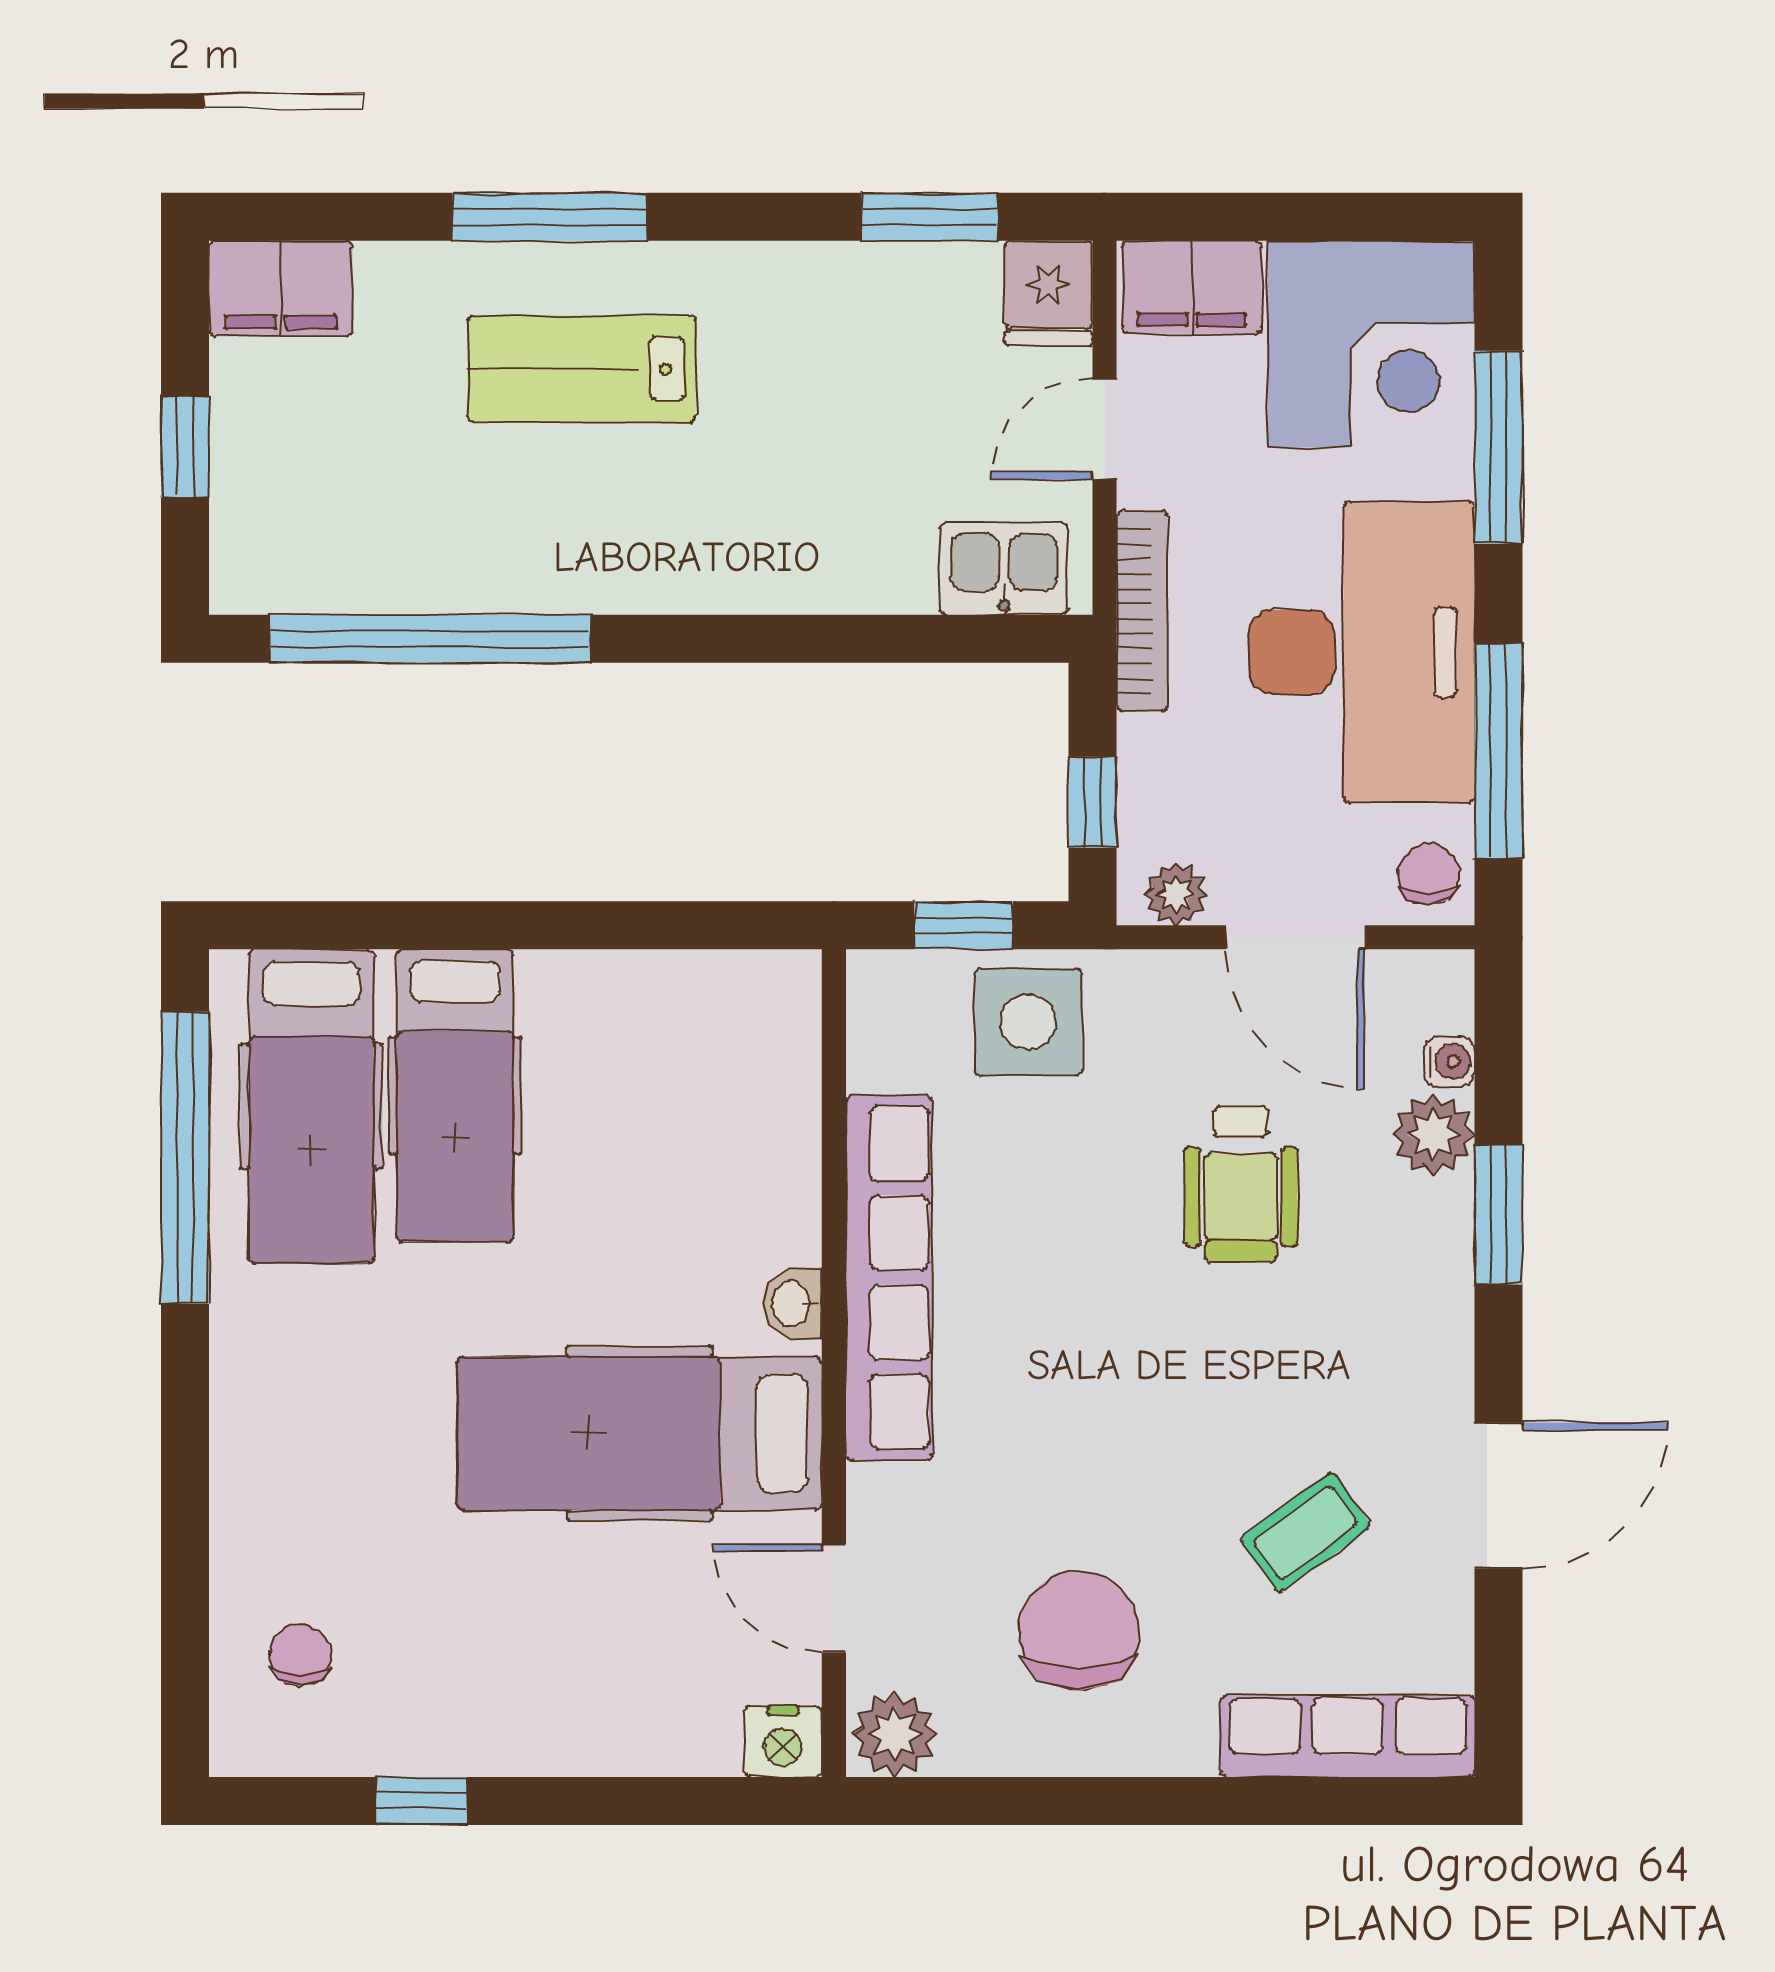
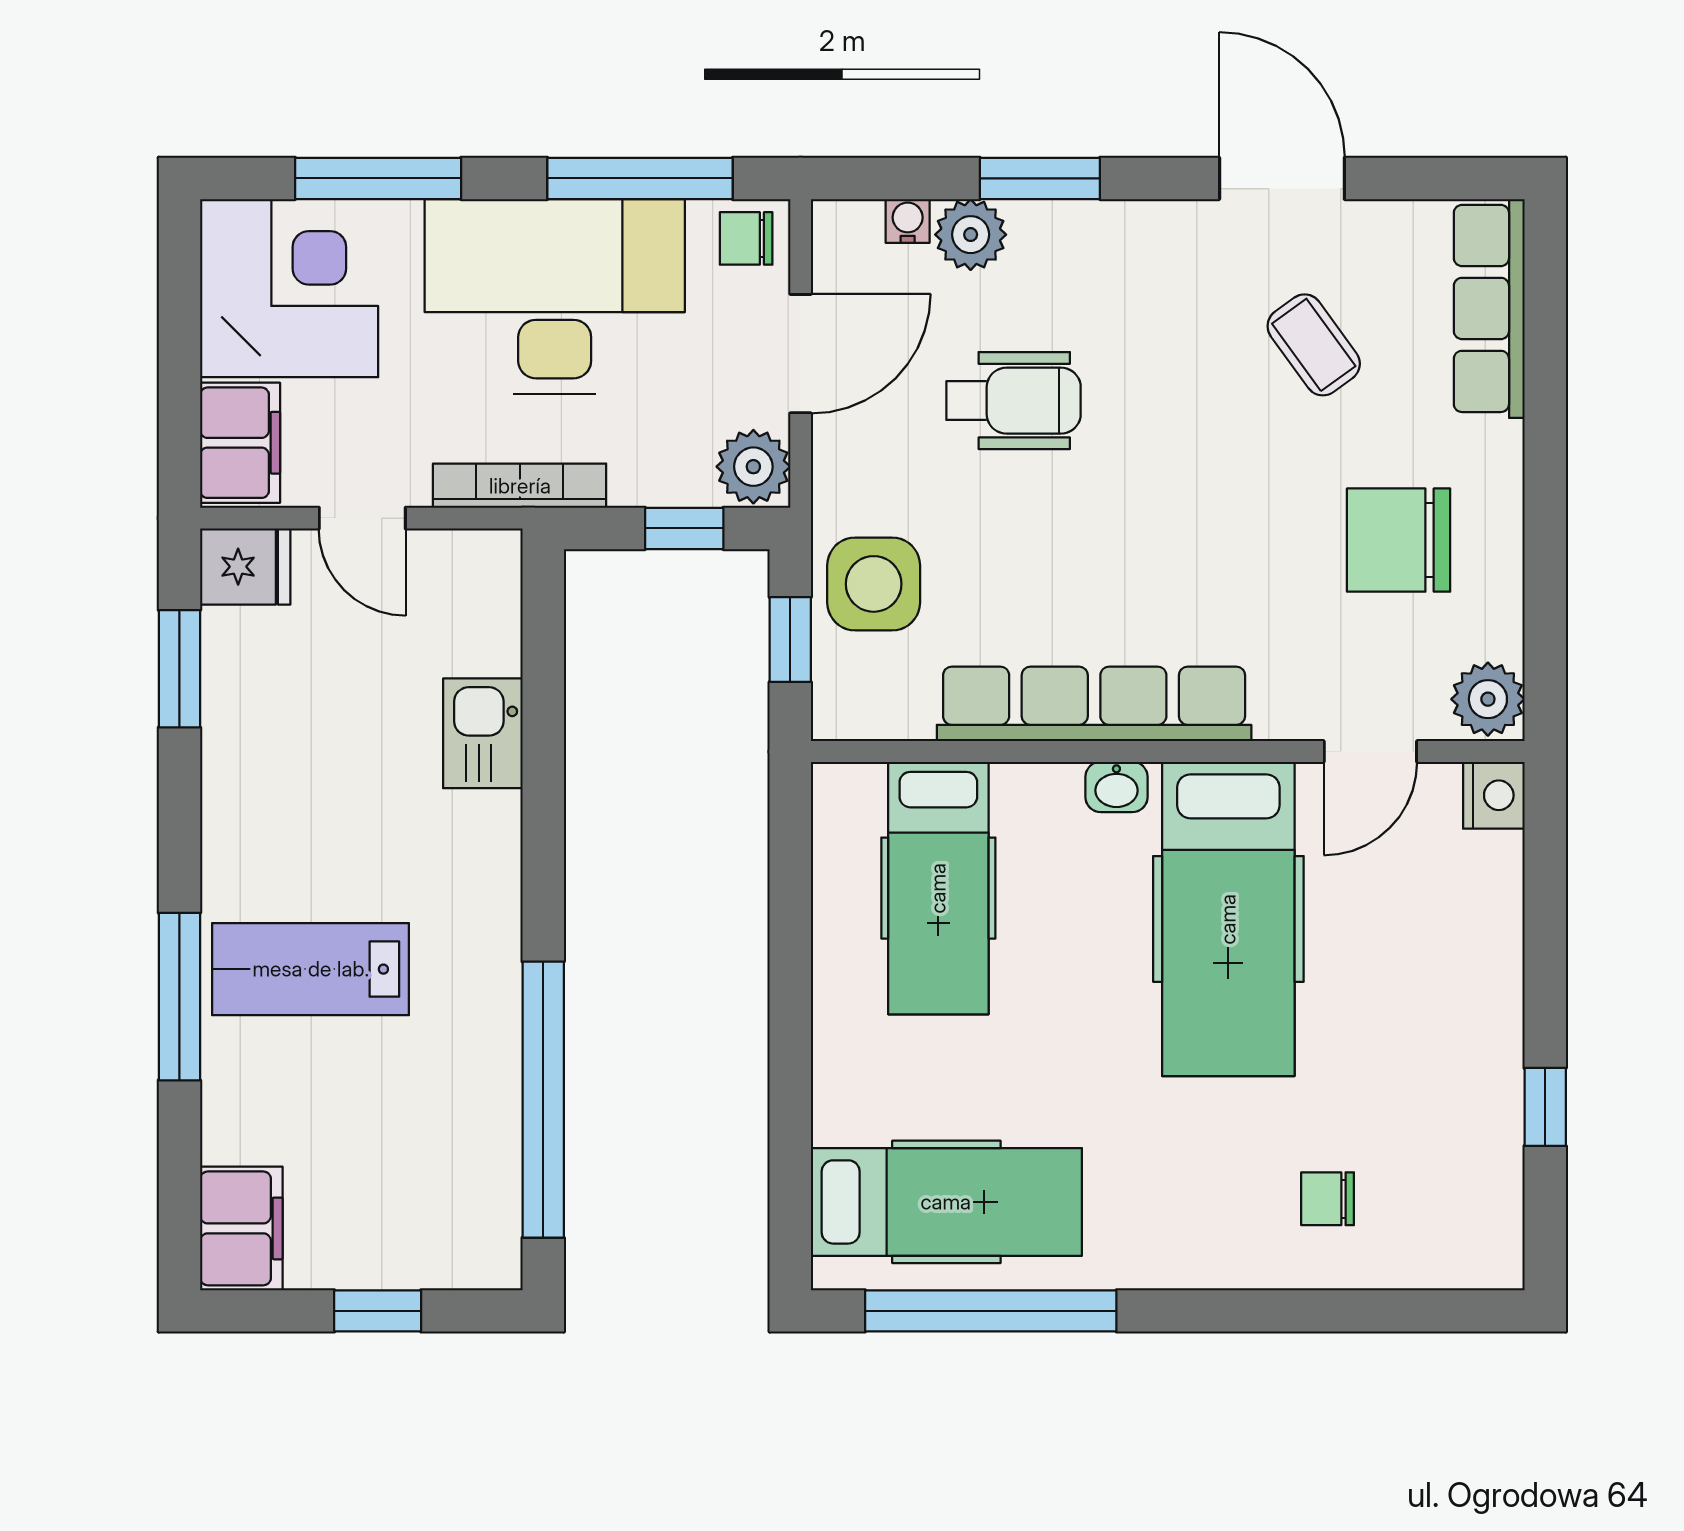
lab bench: (581, 369) -> (311, 969), turned 90
kitchen sink: (1004, 569) -> (483, 733), moved
plant: (1176, 894) -> (753, 467), width x1.38, depth x1.38
hospital bed: (455, 1096) -> (938, 888), moved, turned 90
chair: (300, 1655) -> (1328, 1199), moved

